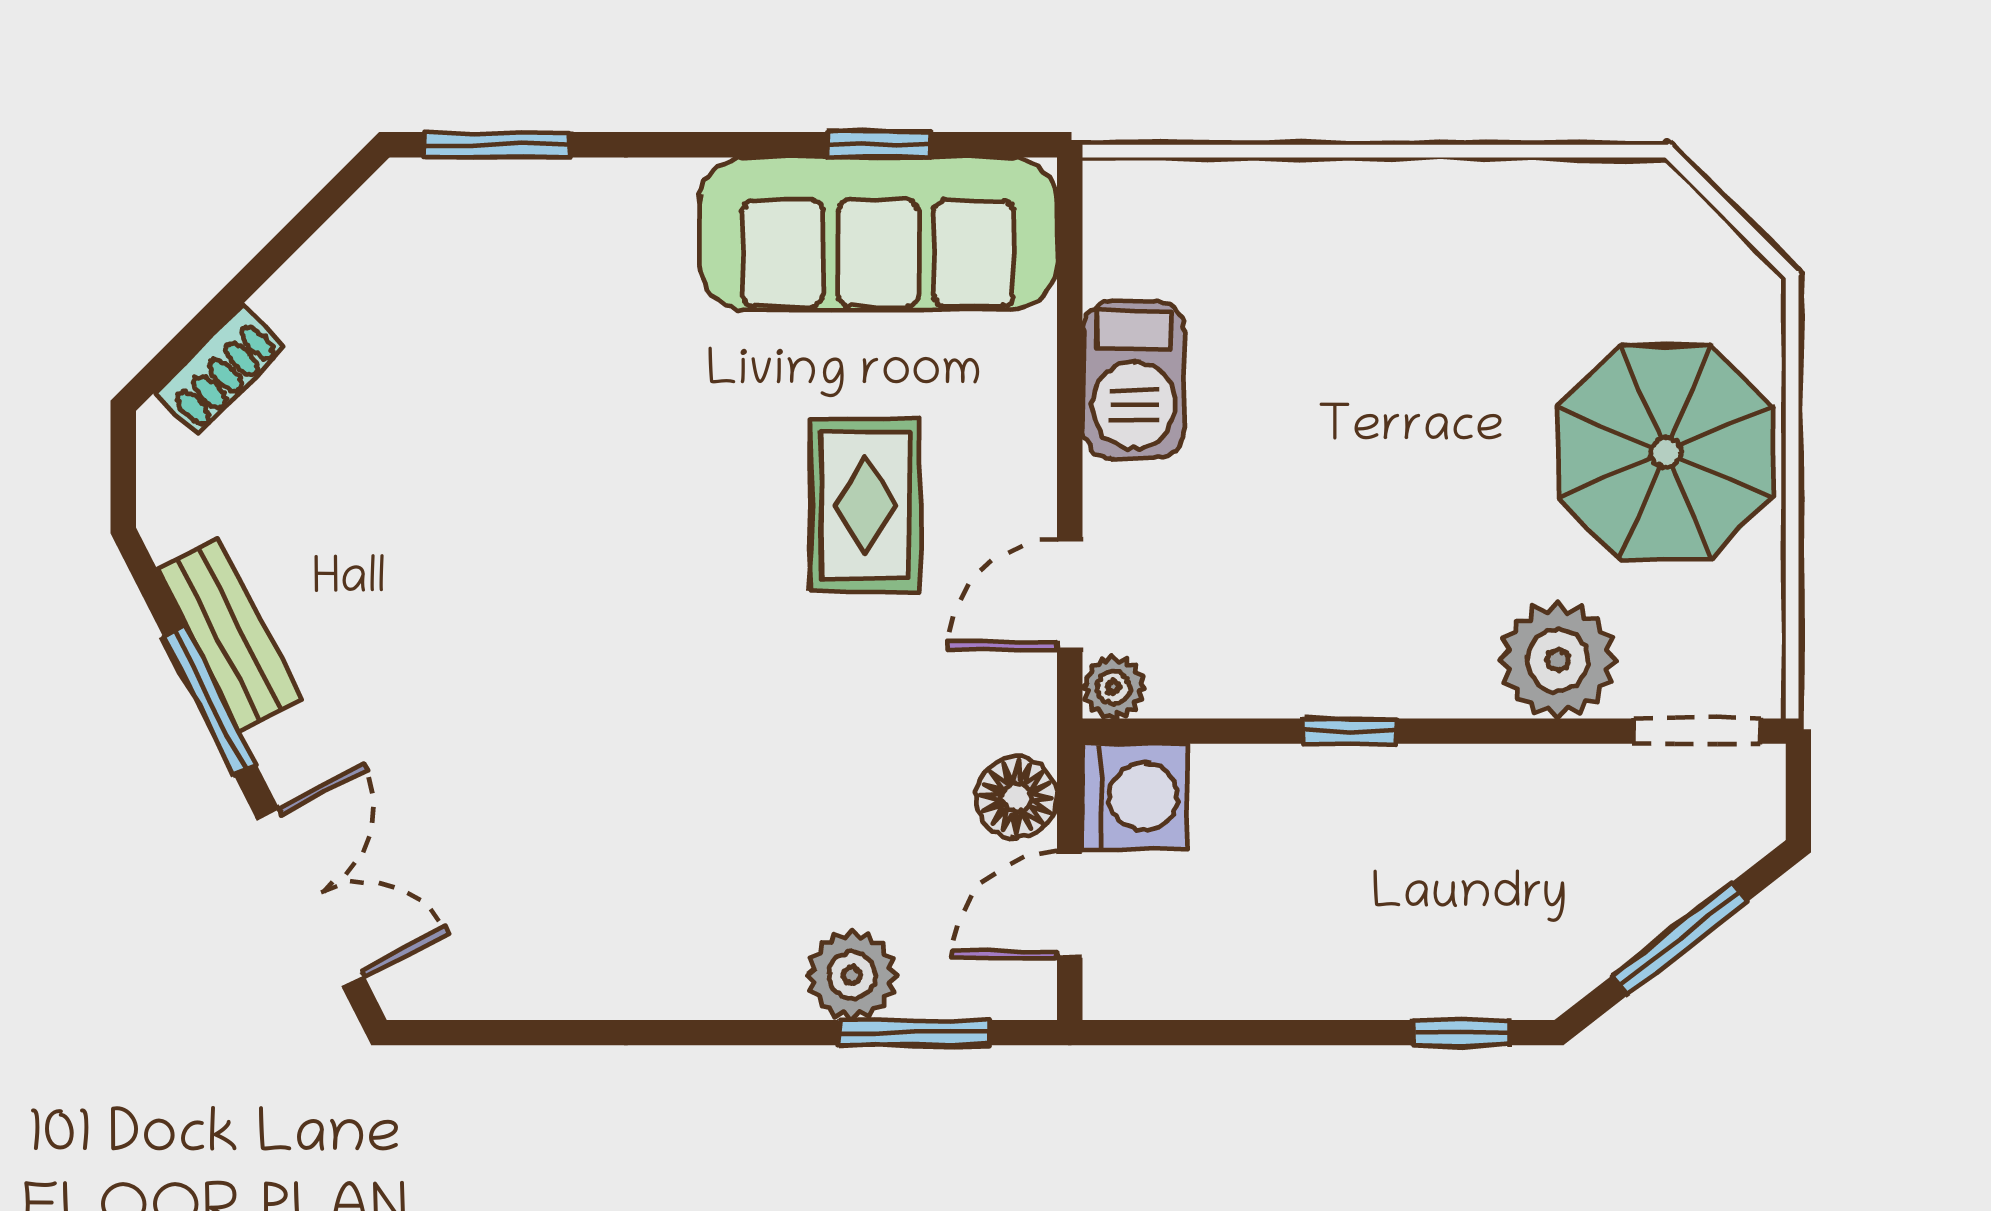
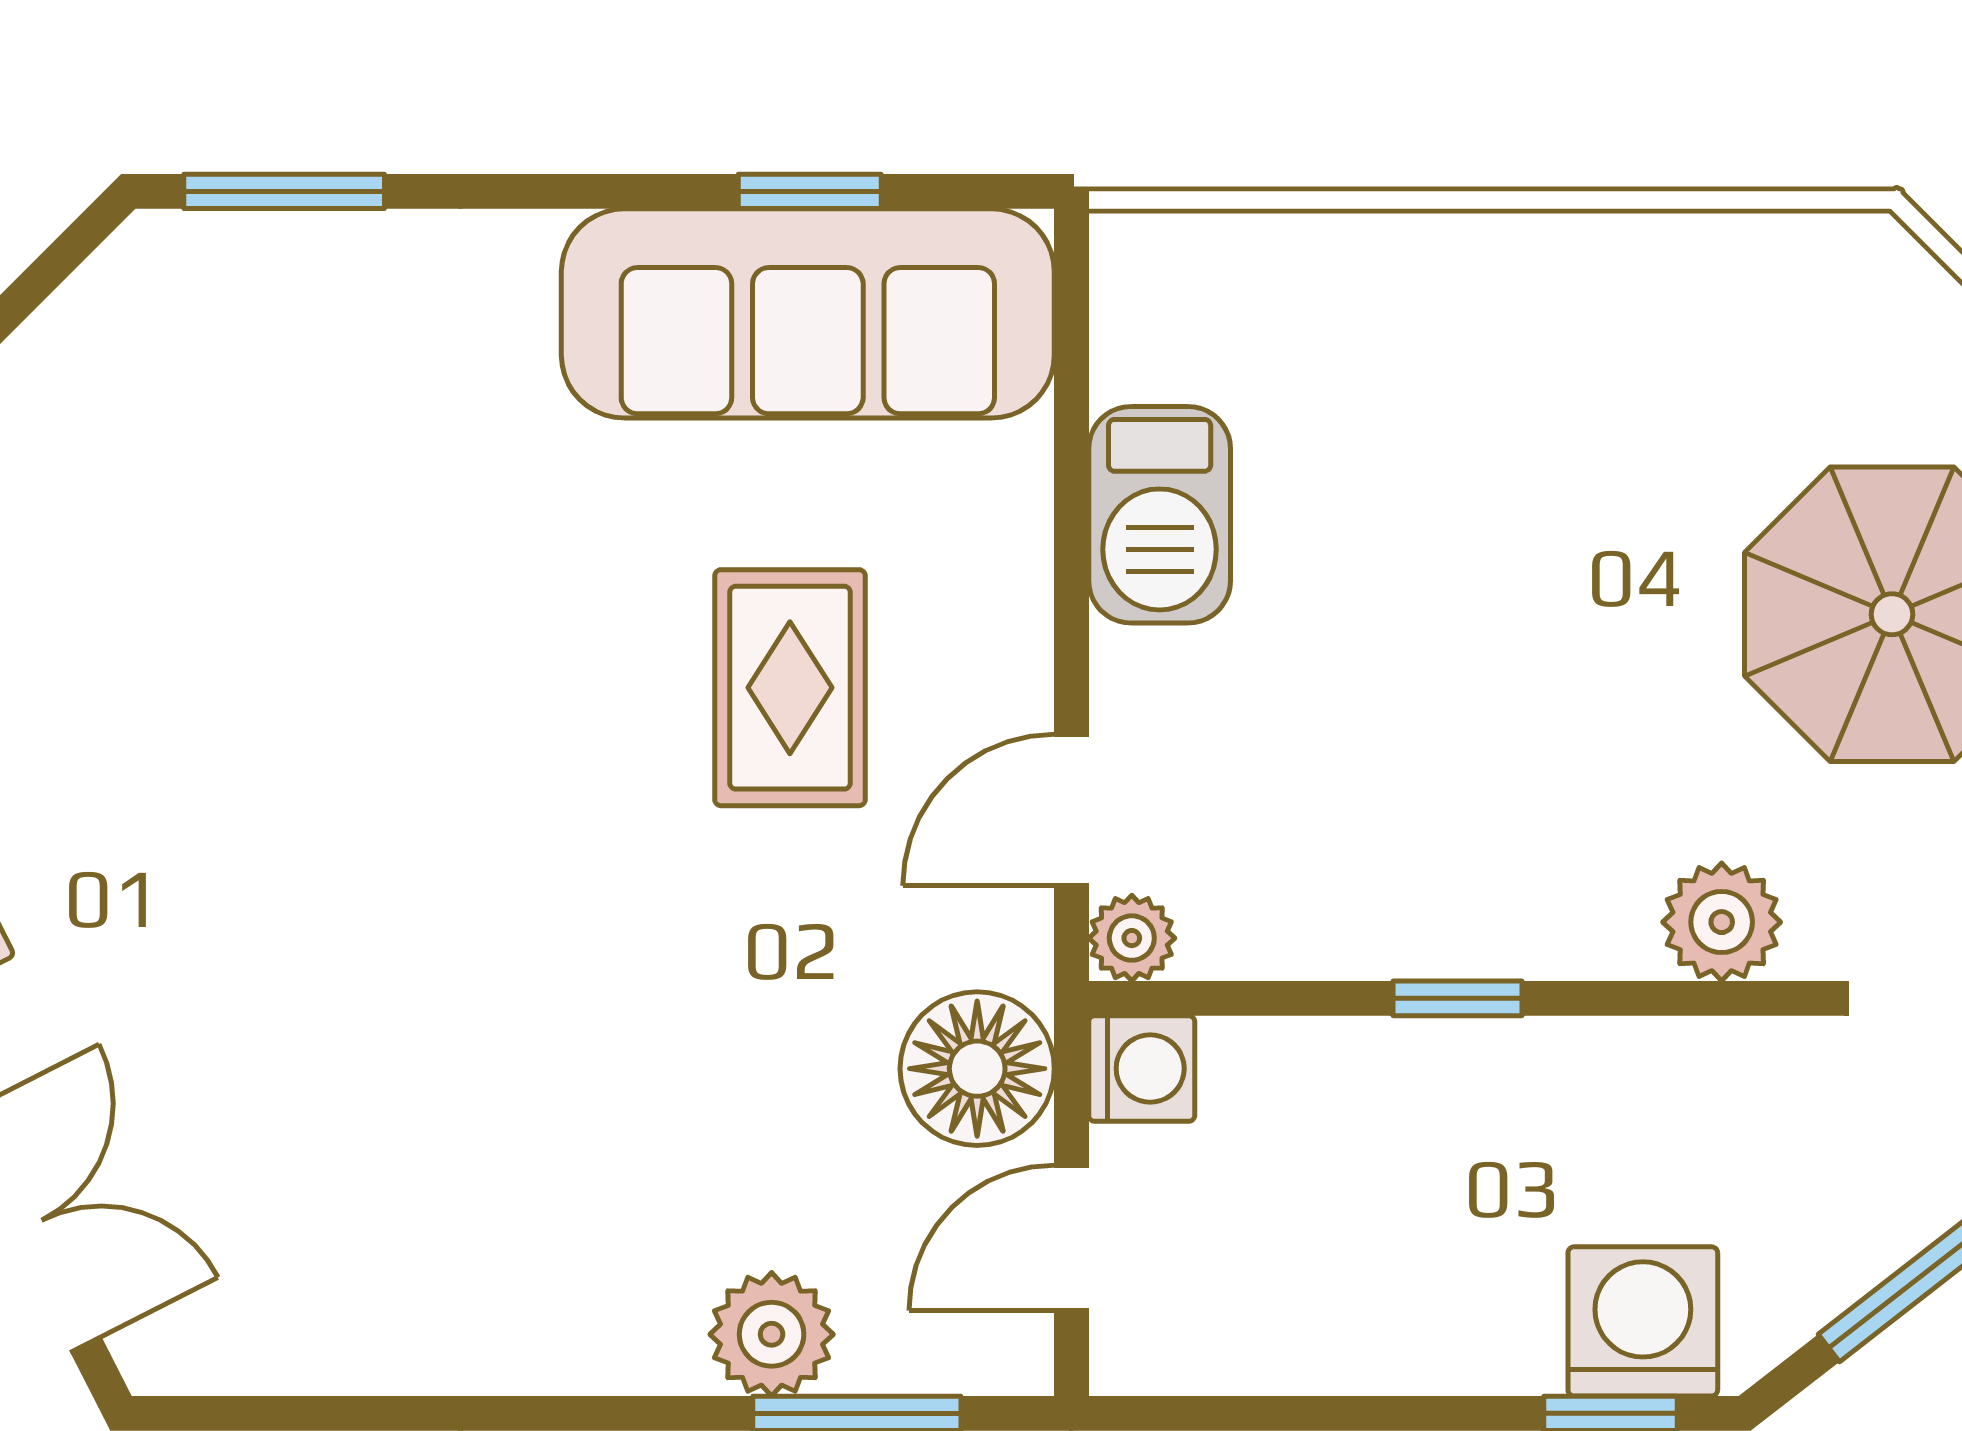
plant: (1558, 660) -> (1722, 922), width x0.73, depth x0.73
floor lamp: (1016, 797) -> (977, 1069), width x1.38, depth x1.38
washing machine: (1135, 797) -> (1142, 1069), width x0.73, depth x0.73
washing machine: (1485, 966) -> (1643, 1321), added

